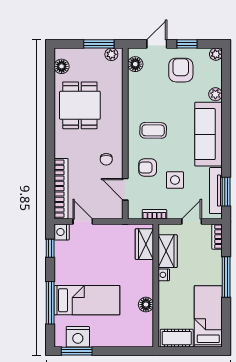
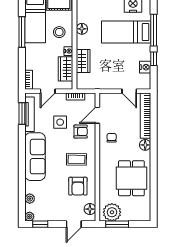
window: (187, 44) -> (40, 224), moved
plant: (111, 54) -> (112, 212), width x1.88, depth x1.88
floor lamp: (62, 66) -> (145, 145), moved
armchair: (181, 70) -> (78, 186), moved
plant: (215, 94) -> (30, 199), moved
door: (125, 189) -> (97, 115), swing flipped
nightstand: (62, 232) -> (145, 67), moved
wardrobe: (144, 244) -> (83, 61), moved
window: (50, 248) -> (154, 59), moved
window: (226, 277) -> (22, 32), moved
stool: (176, 300) -> (59, 32), added

